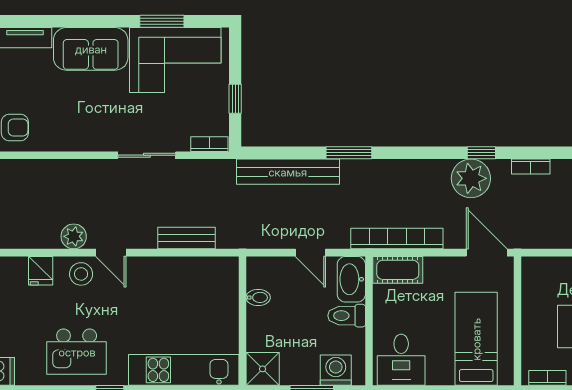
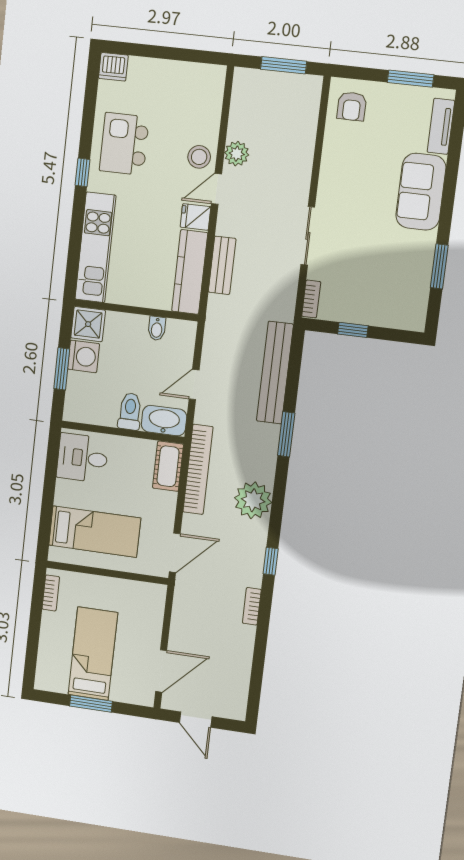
corner sofa: (175, 60) -> (399, 275), removed
plant: (471, 178) -> (253, 500), moved
kitchen counter: (197, 270) -> (190, 272), added
fridge: (41, 271) -> (195, 217), moved
washing machine: (336, 370) -> (84, 356), moved

